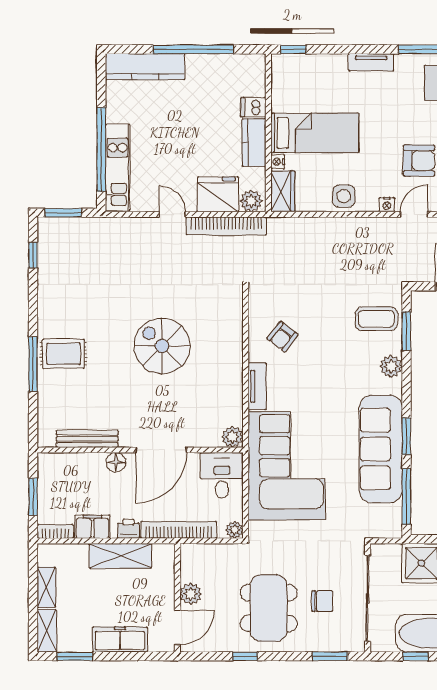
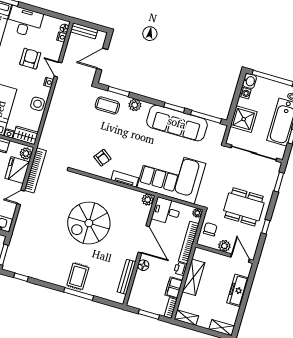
coffee table: (376, 319) -> (107, 105), turned 90
spiral stairs: (162, 346) -> (89, 223), width x1.37, depth x1.37
shelving: (46, 587) -> (186, 318), moved
chair: (322, 601) -> (210, 229), moved
window: (75, 656) -> (240, 317), removed

